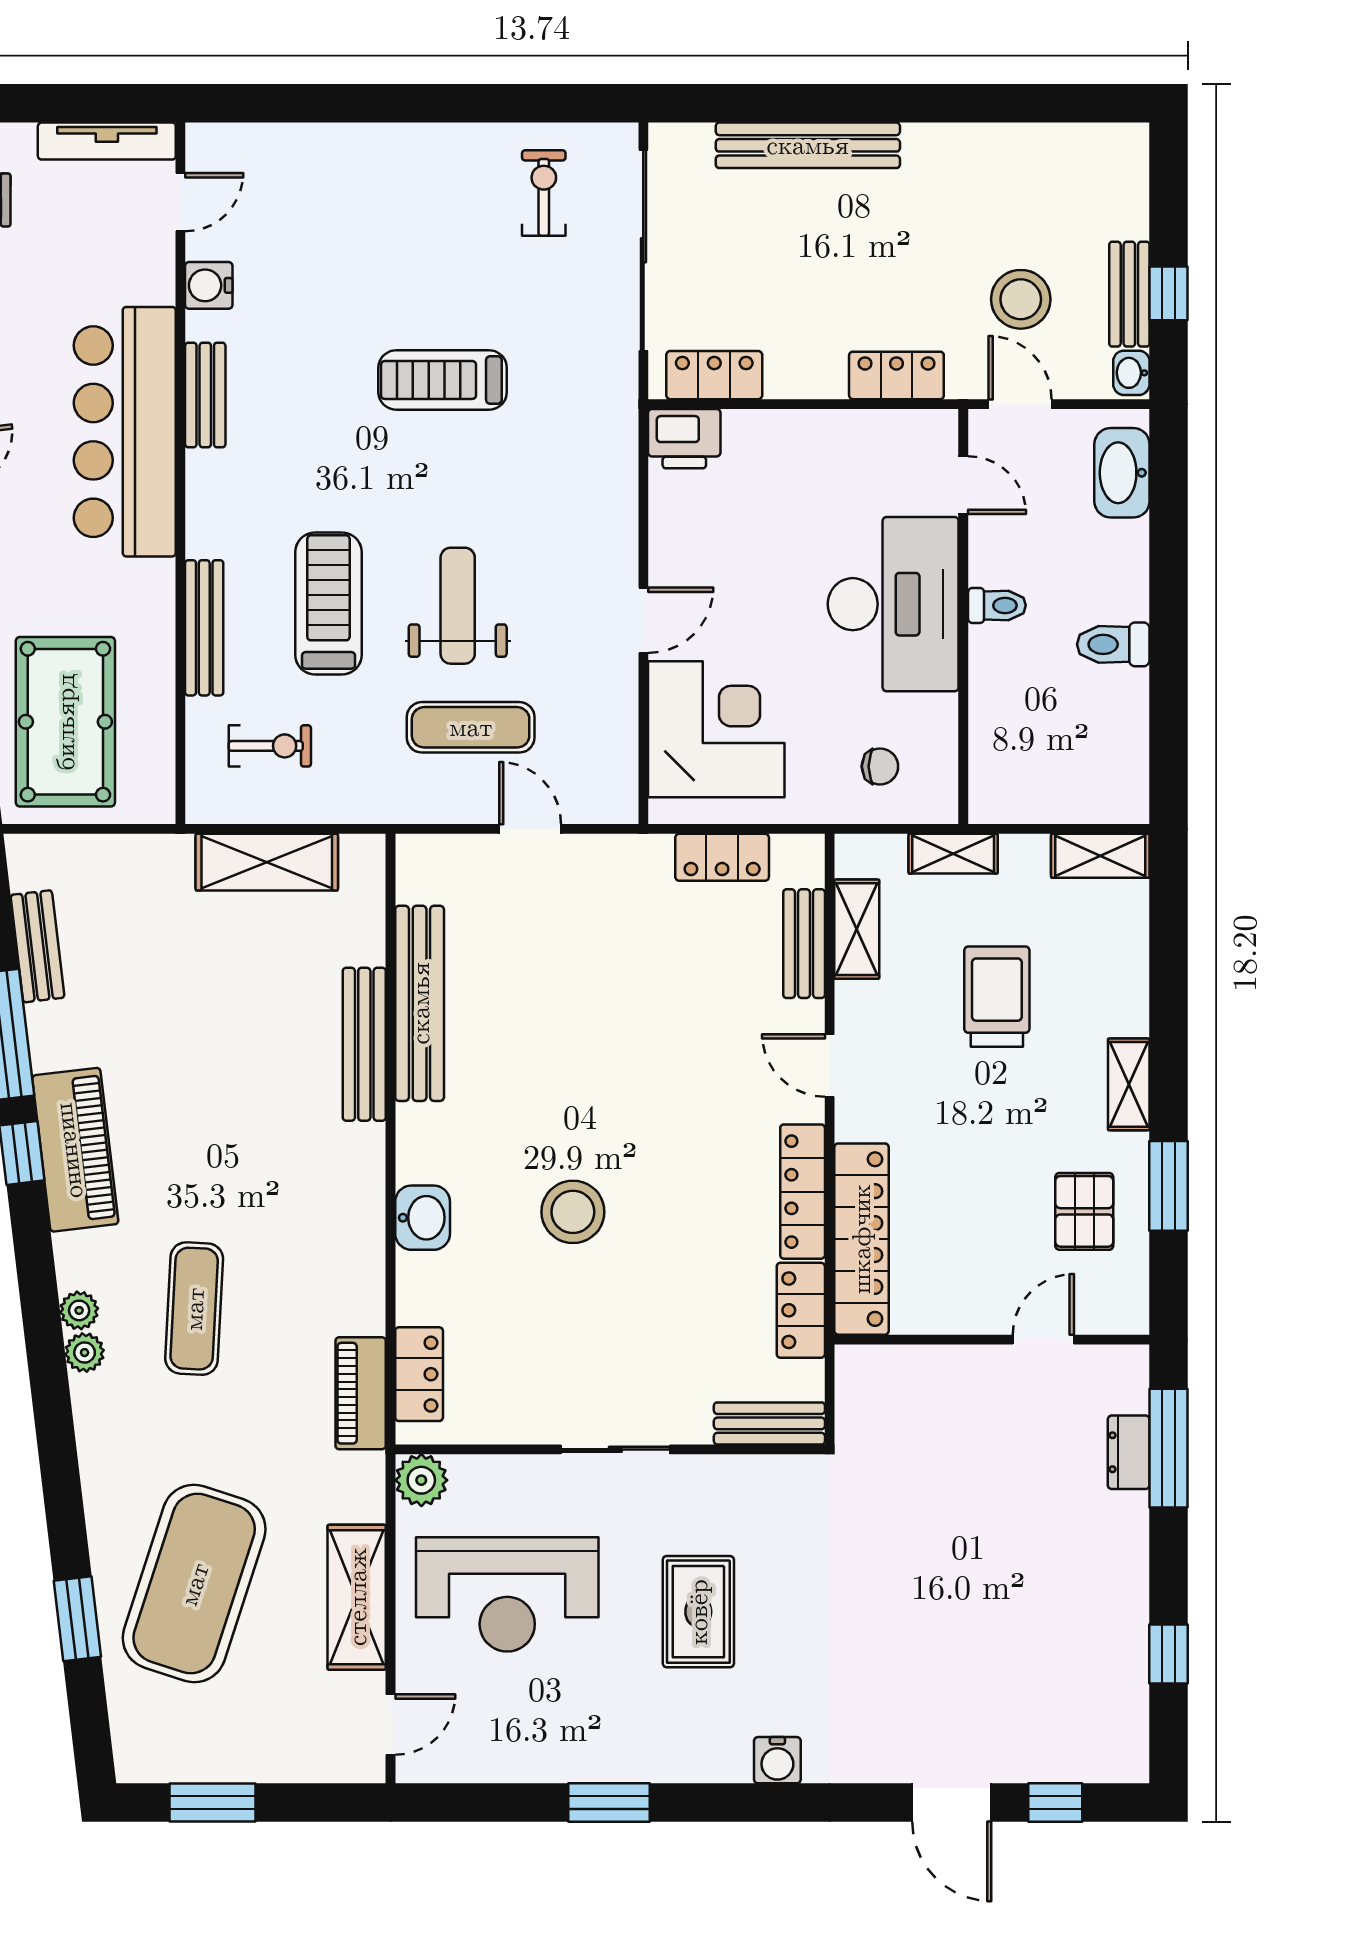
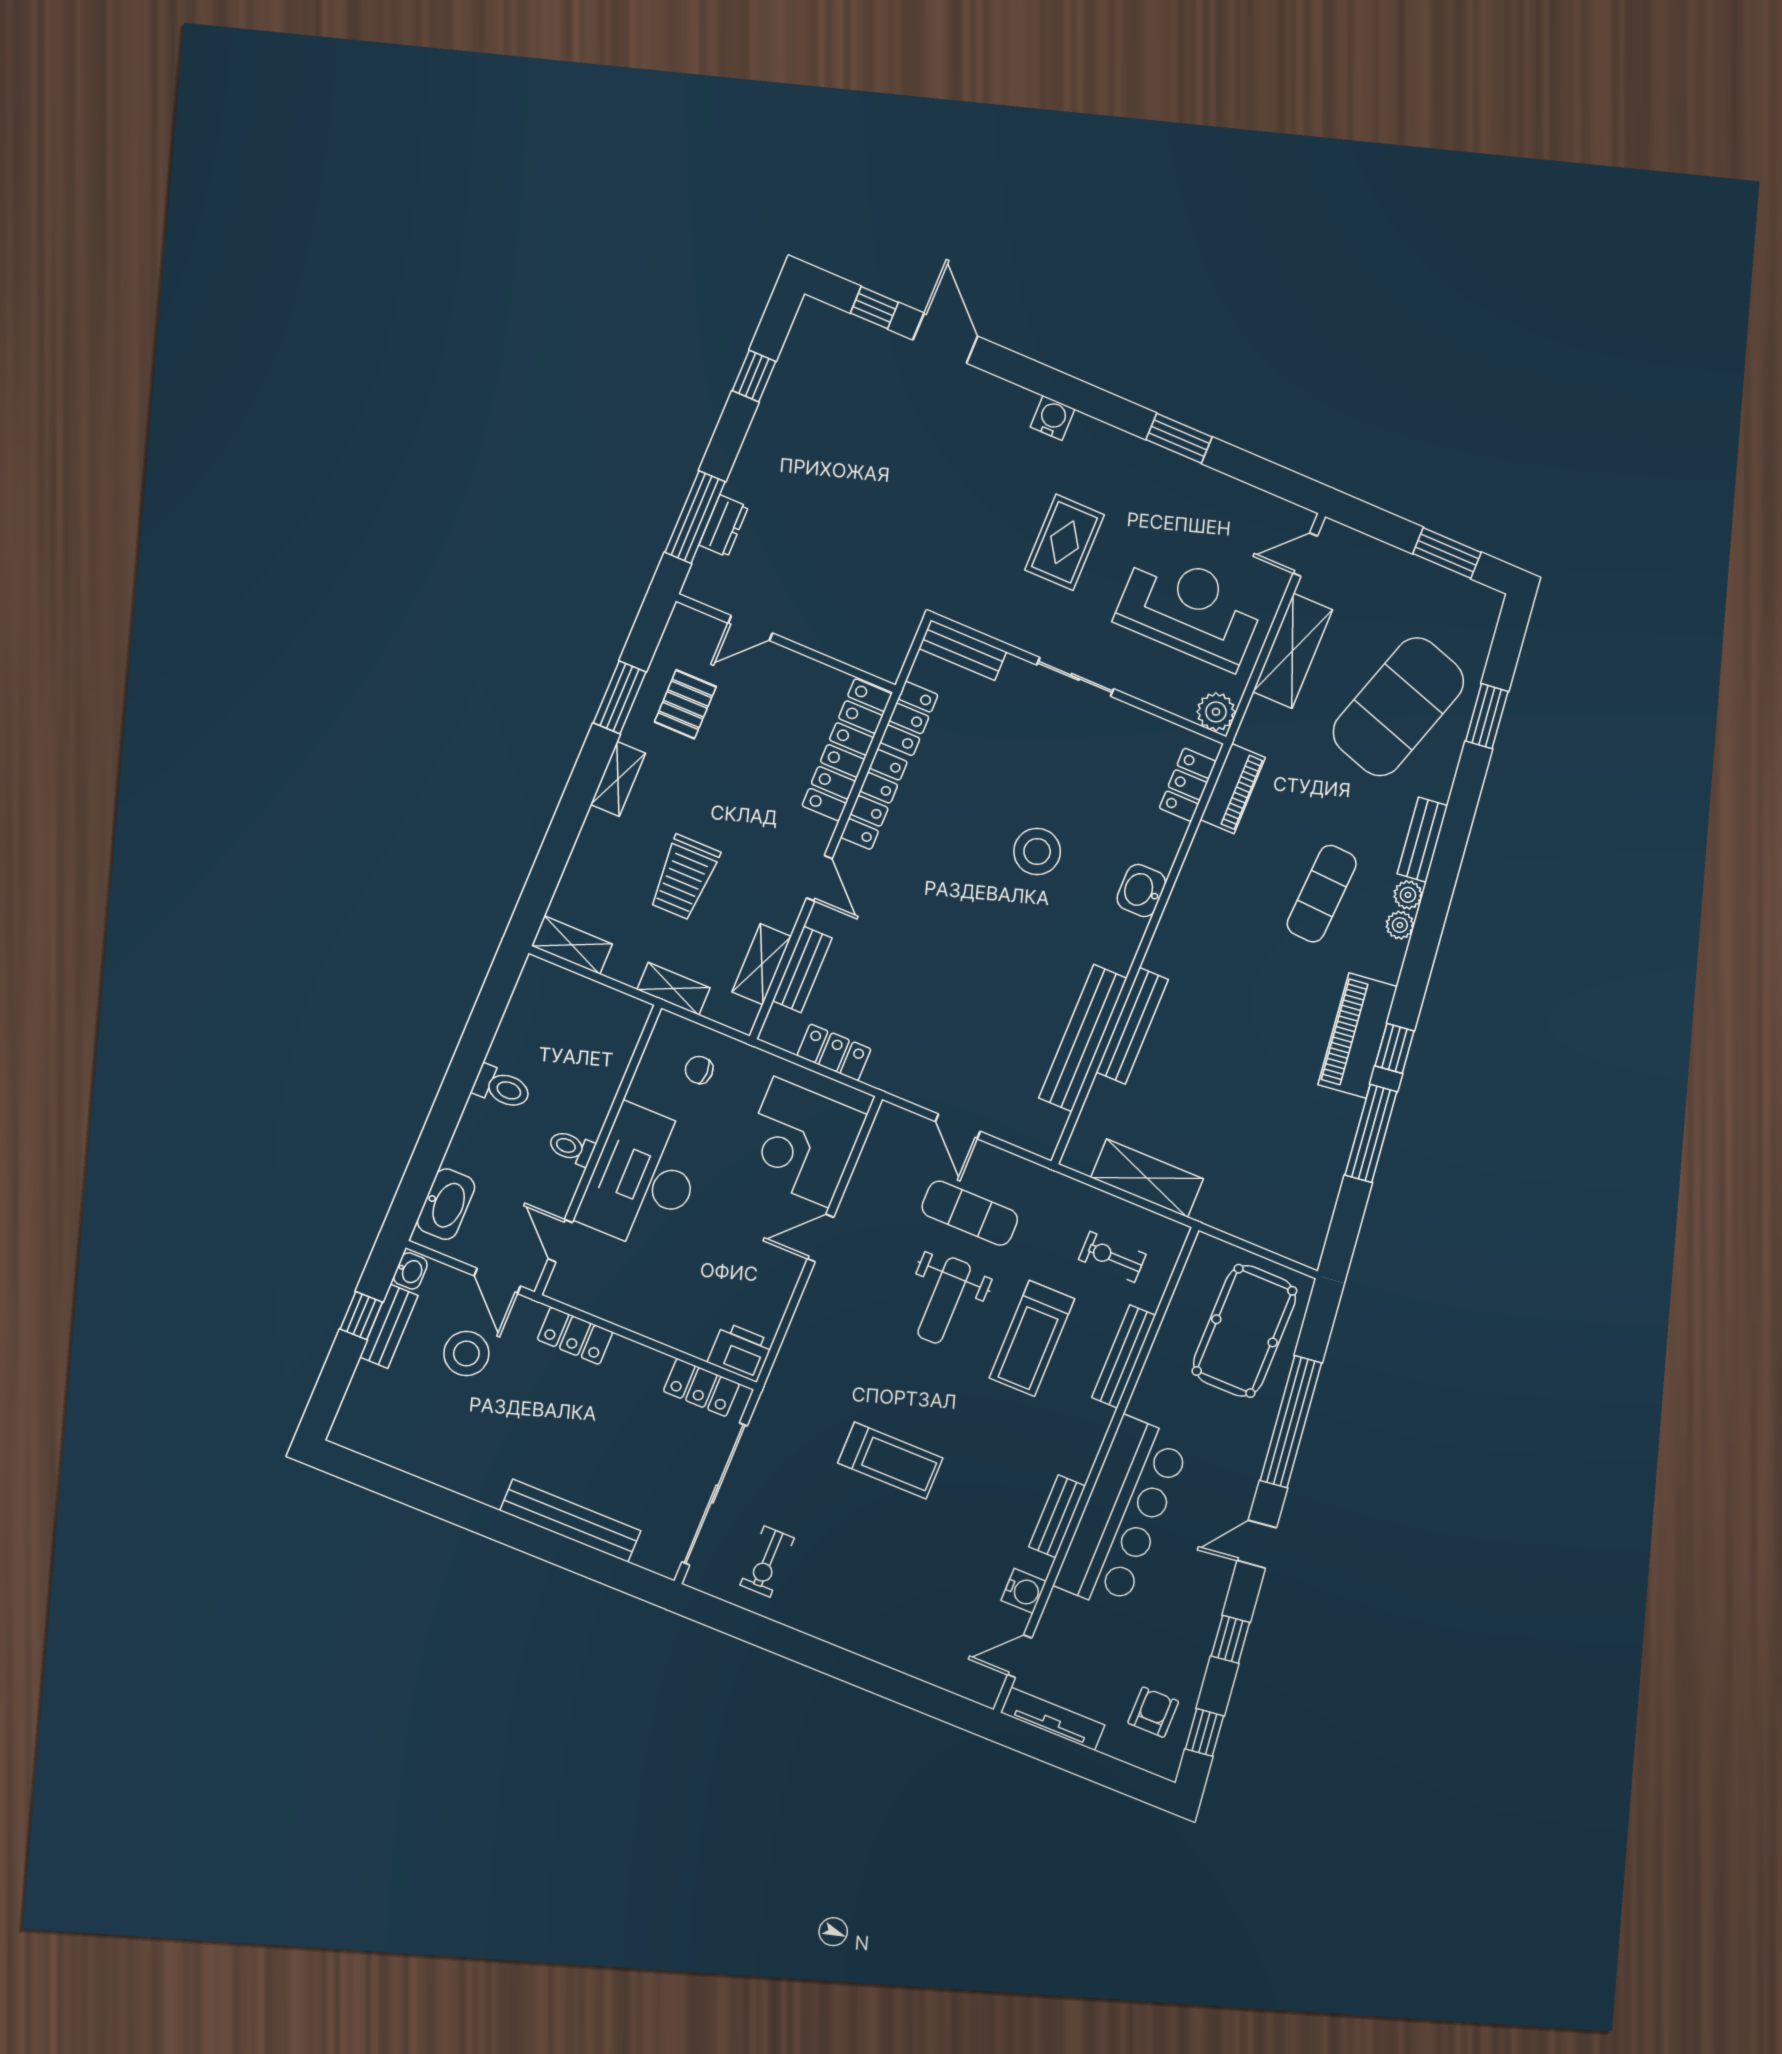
bench: (37, 946) -> (1422, 840), moved

